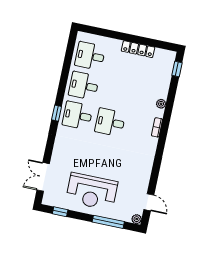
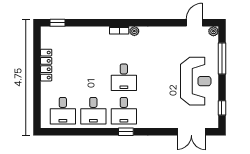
plant: (161, 104) -> (134, 31), moved

